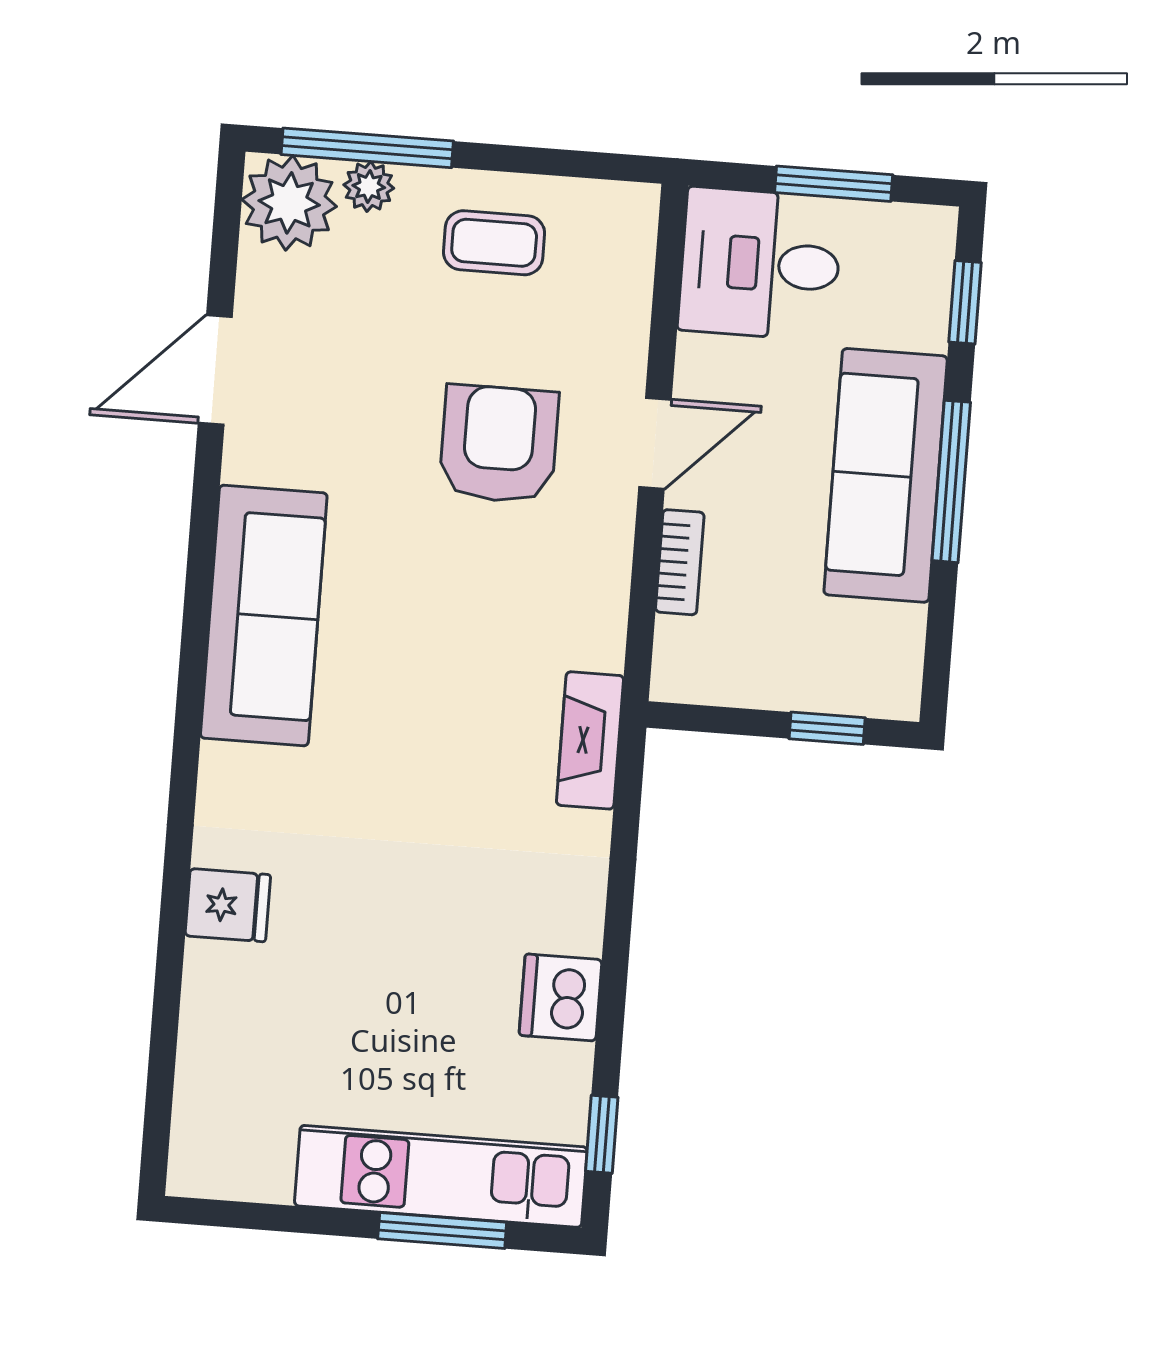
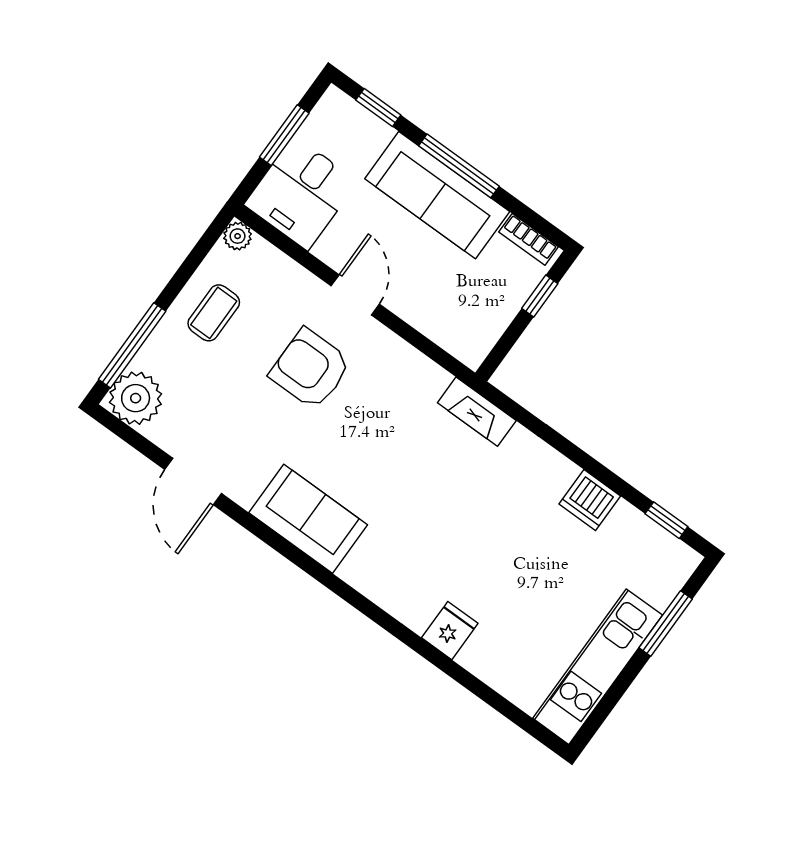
plant: (369, 186) -> (238, 236), moved
bookcase: (680, 562) -> (529, 239), moved, turned 180
sofa: (264, 616) -> (308, 519), width x0.73
kitchen unit: (441, 1176) -> (598, 667), moved

